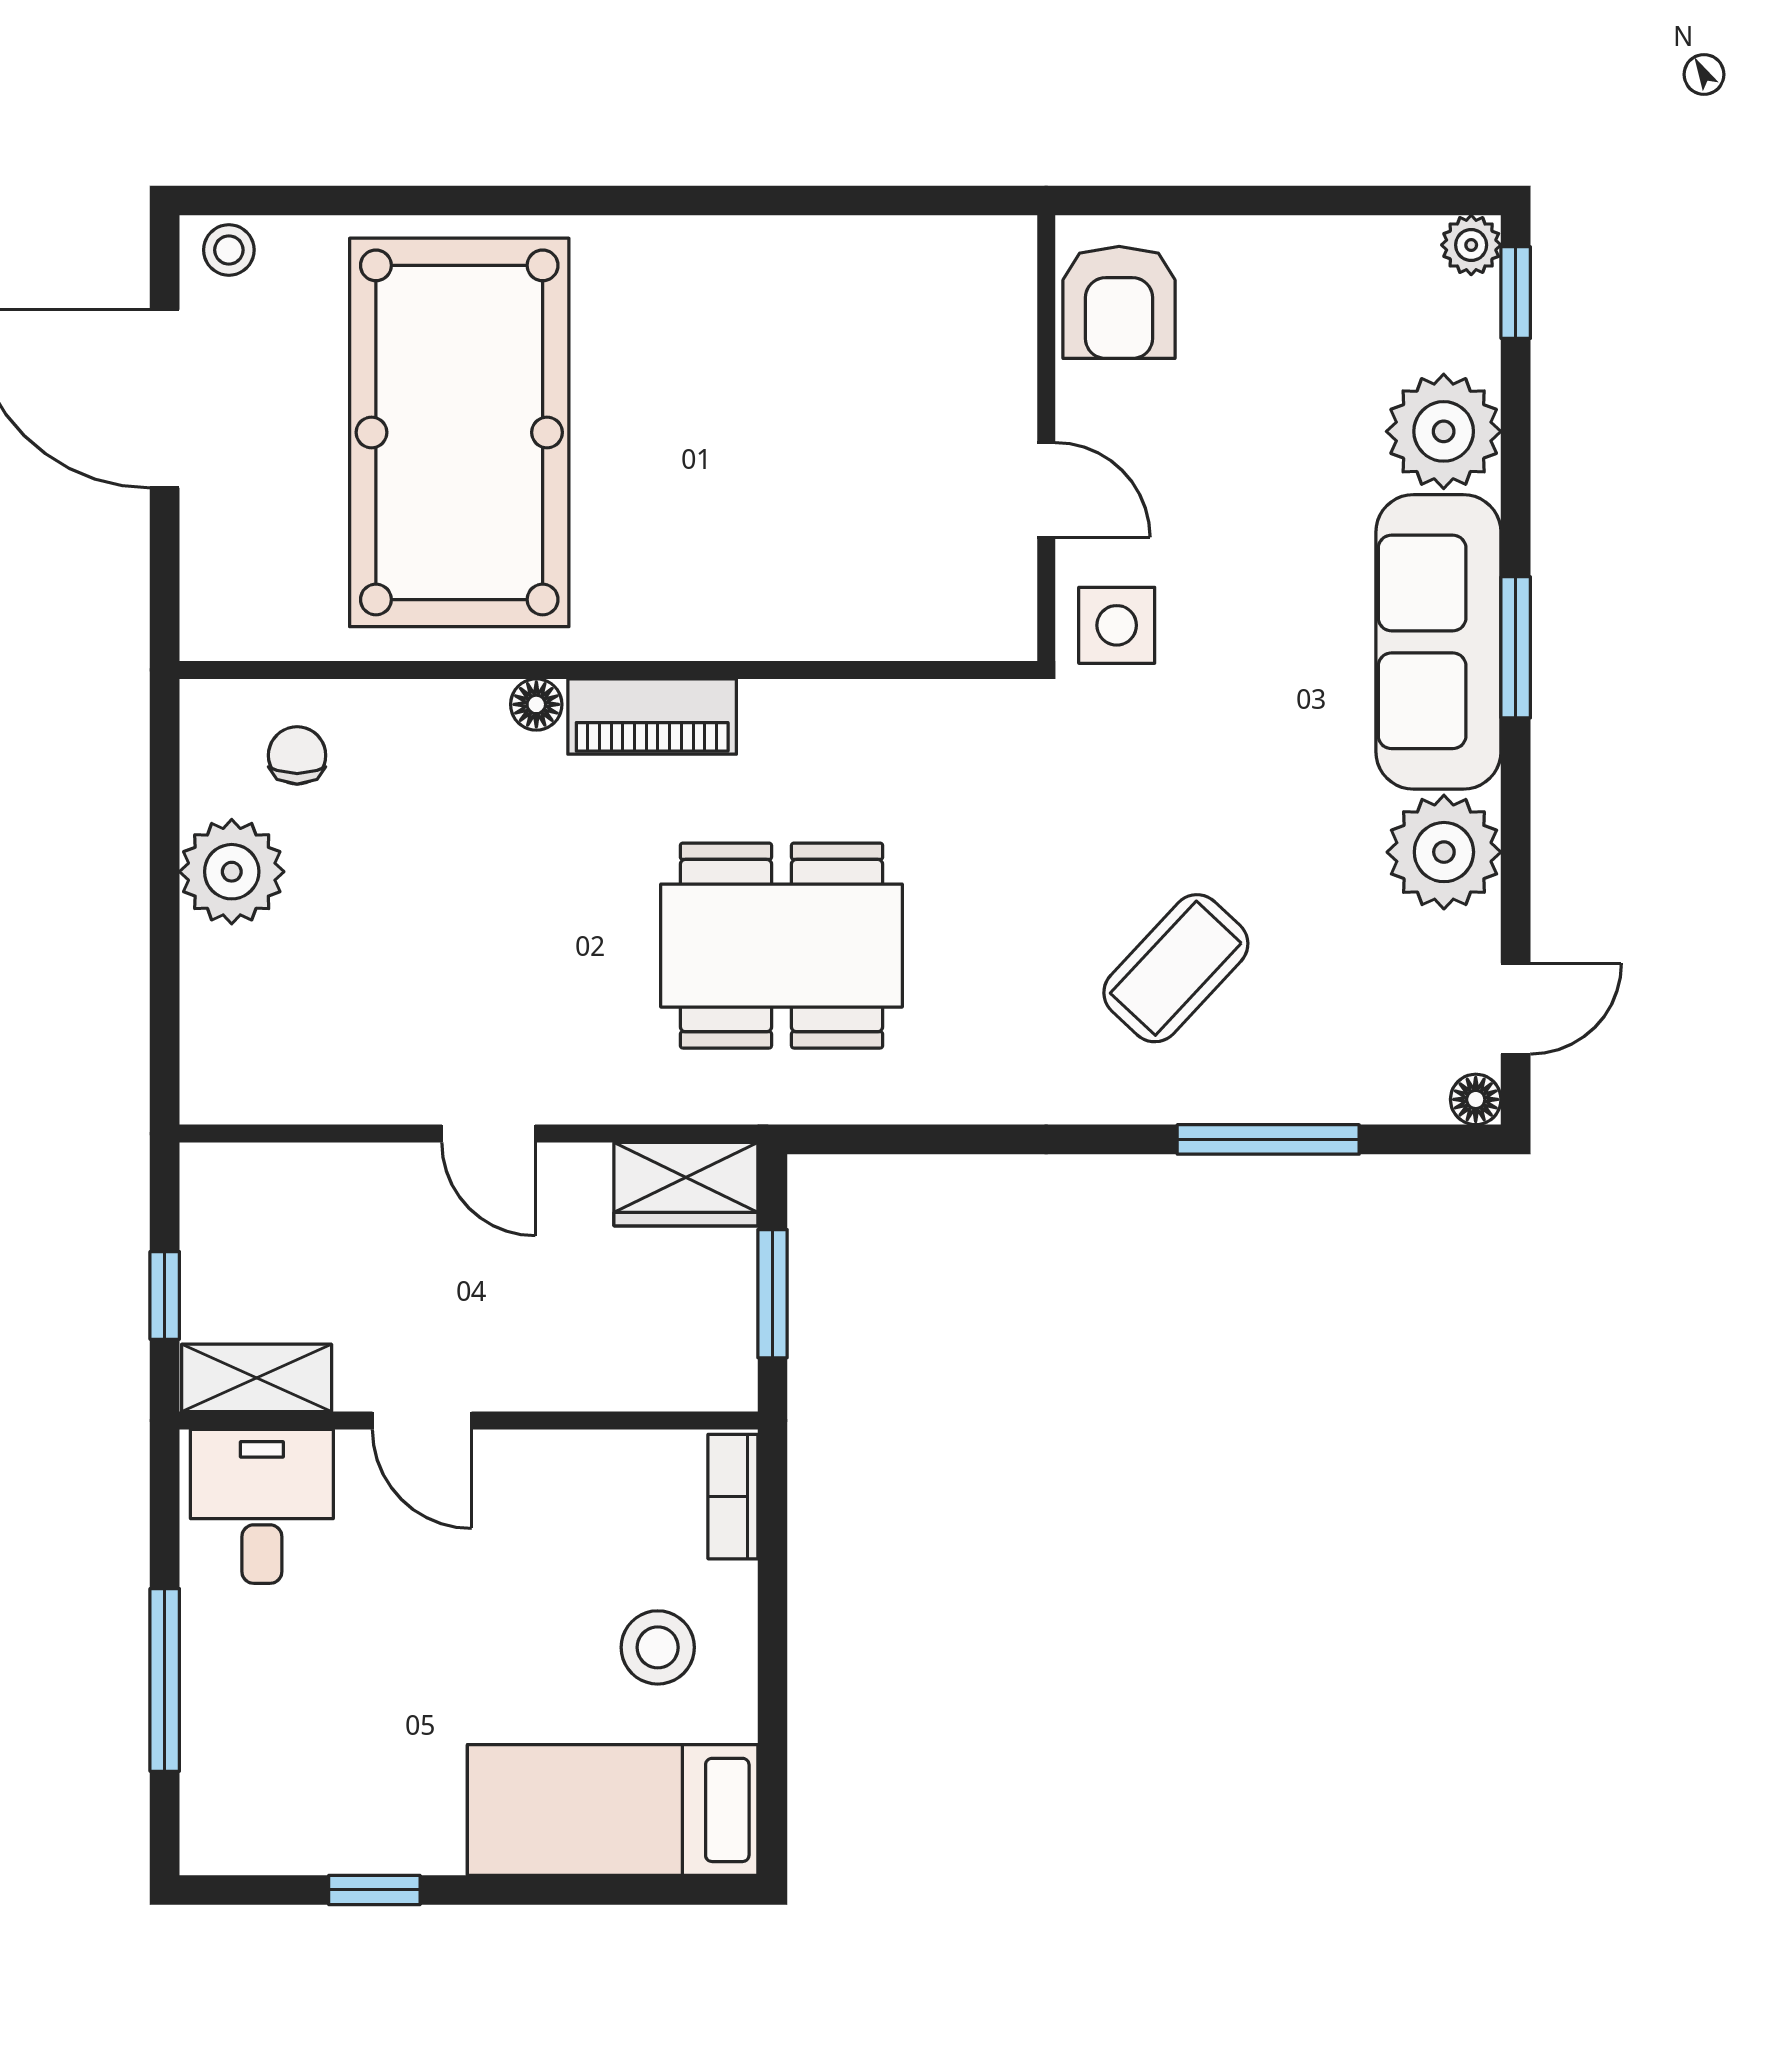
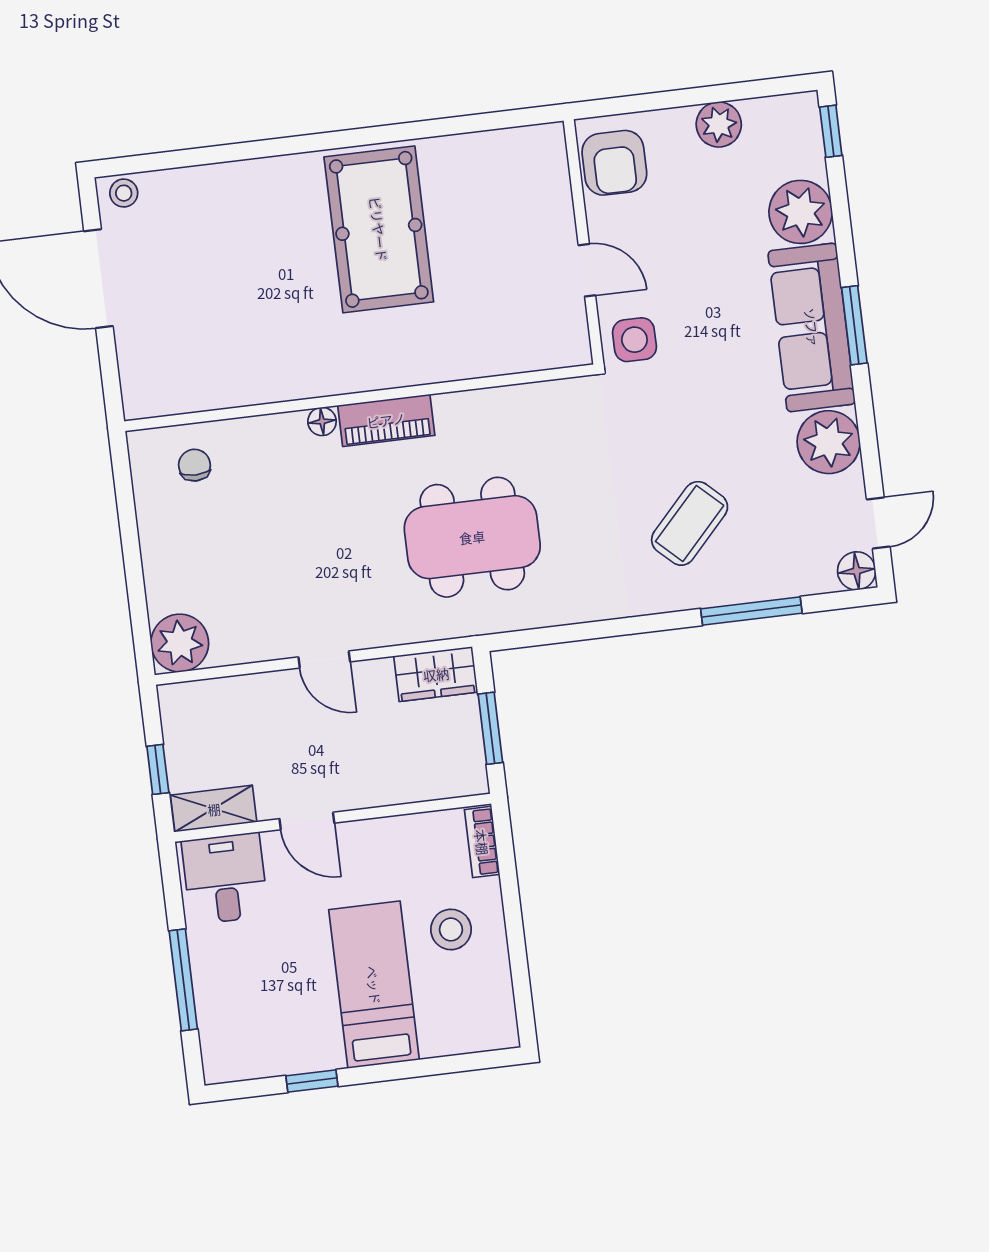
plant: (1471, 245) -> (719, 124), moved, width x1.38, depth x1.38
pool table: (459, 432) -> (379, 229), moved, width x0.73, depth x0.76
plant: (232, 872) -> (180, 643), moved
floor lamp: (1476, 1099) -> (857, 571), width x1.37, depth x1.37
bed: (613, 1810) -> (374, 985), moved, turned 90

